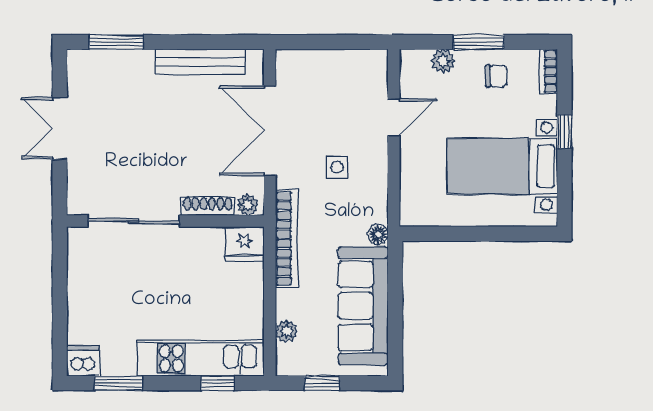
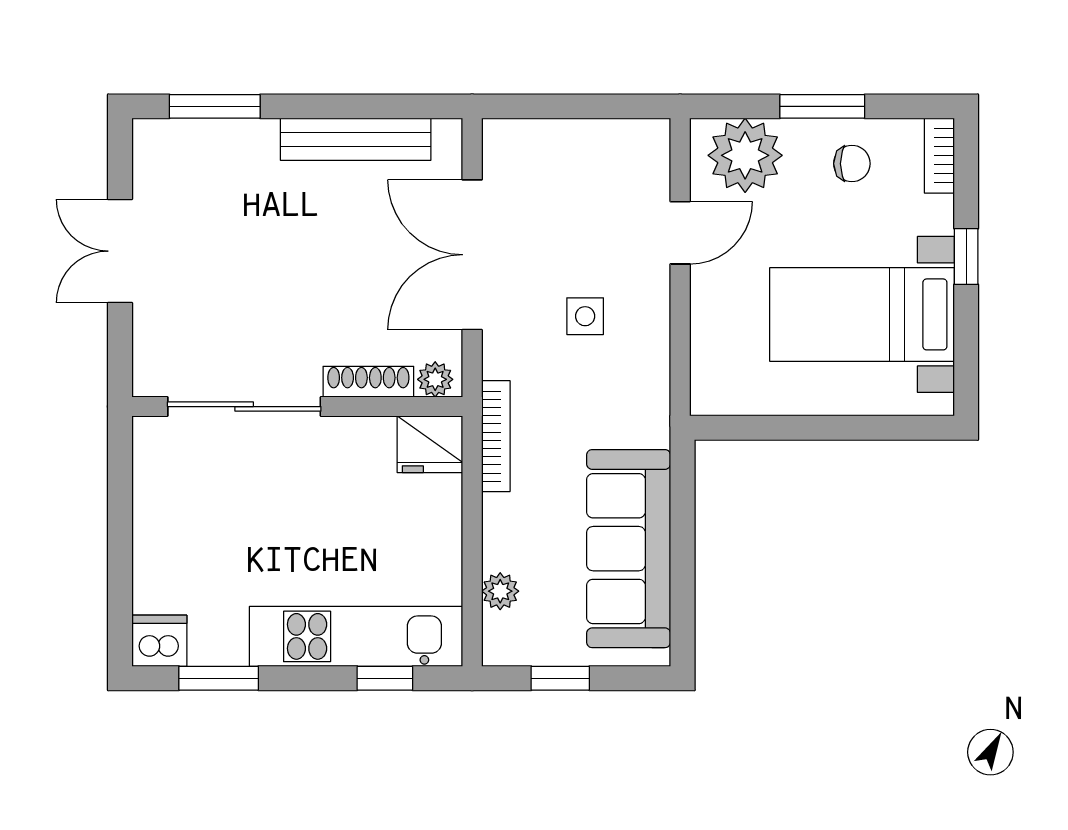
plant: (443, 61) -> (745, 155), width x1.88, depth x1.88
floor lamp: (378, 234) -> (654, 429), removed
bookcase: (287, 239) -> (496, 436), width x0.68, depth x0.76

